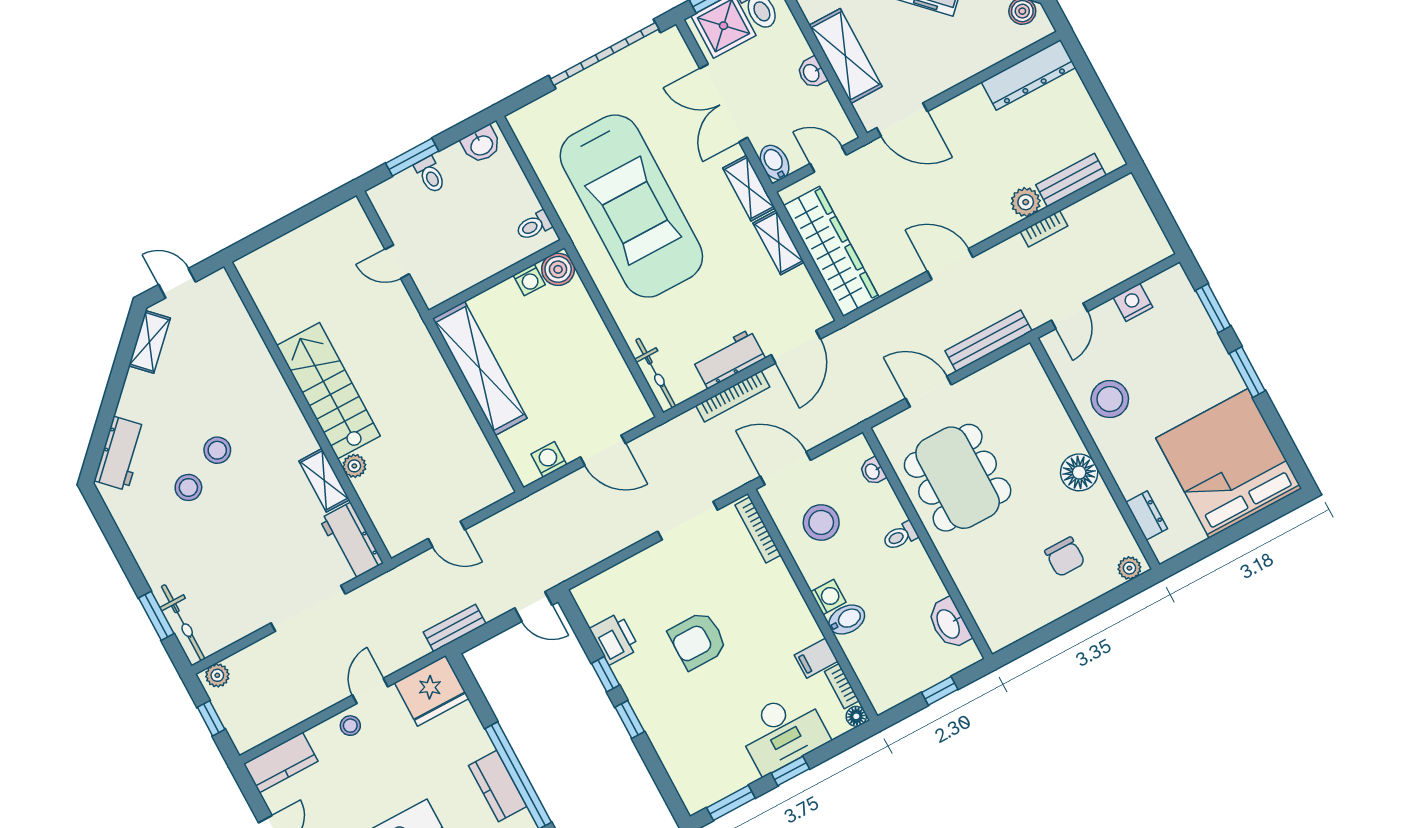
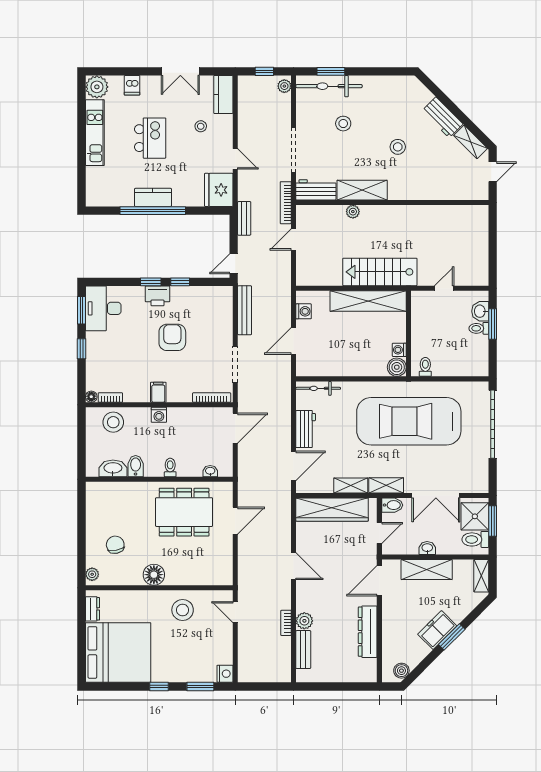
garage door: (605, 54) -> (493, 424), moved
dresser: (1029, 75) -> (368, 632), moved
double door: (724, 103) -> (436, 495), swing flipped
washbasin: (481, 145) -> (480, 311), moved
door: (950, 264) -> (294, 566), hinge flipped
nightstand: (1133, 302) -> (225, 674), moved
bench: (988, 341) -> (245, 310), moved
door: (796, 347) -> (294, 466), swing flipped
window: (1247, 372) -> (159, 686), width x0.67
stairs: (328, 391) -> (380, 272), moved, turned 180
bookcase: (733, 396) -> (286, 203), moved
workbench: (120, 453) -> (442, 117), moved
shelving: (324, 480) -> (362, 190), width x1.50, depth x1.33
stool: (188, 487) -> (343, 124), moved
dresser: (1147, 515) -> (93, 609), moved, turned -90
stool: (821, 522) -> (113, 422), moved
chair: (1065, 557) -> (115, 545), turned 79
bidet: (847, 620) -> (136, 466), moved, turned 180
bicycle: (183, 623) -> (329, 86), width x1.37, depth x1.40
printer: (614, 639) -> (158, 296), moved
filing cabinet: (816, 658) -> (158, 392), moved
window: (940, 691) -> (82, 446), removed
stool: (350, 726) -> (201, 126), moved
desk: (783, 732) -> (103, 308), moved

